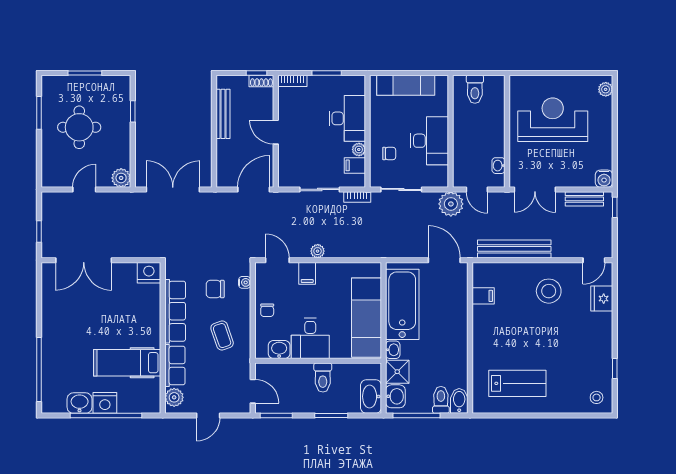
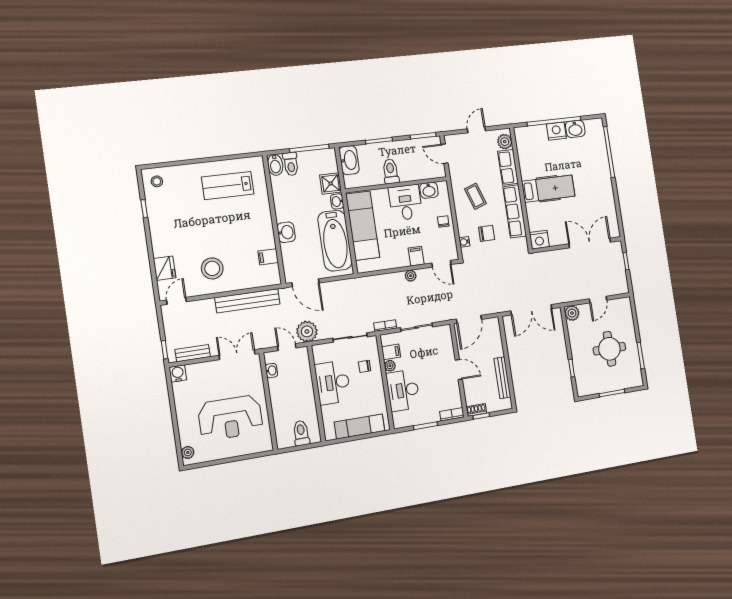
hospital bed: (127, 363) -> (548, 189), moved
washbasin: (395, 396) -> (286, 232), moved, turned 180

